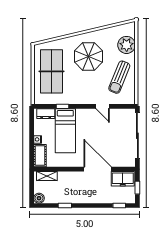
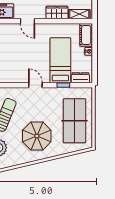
door: (103, 106) -> (35, 85), moved
door: (98, 169) -> (27, 21), width x0.53
wardrobe: (69, 178) -> (57, 12), added

